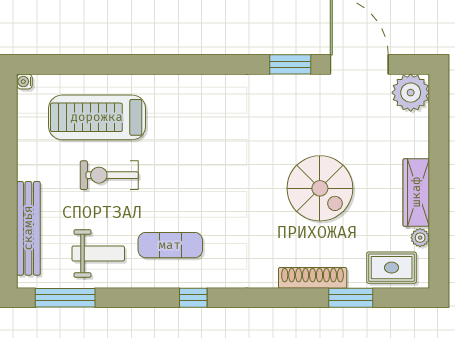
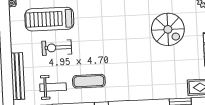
spiral stairs: (320, 188) -> (168, 29), moved
shoe rack: (313, 278) -> (161, 94), removed

